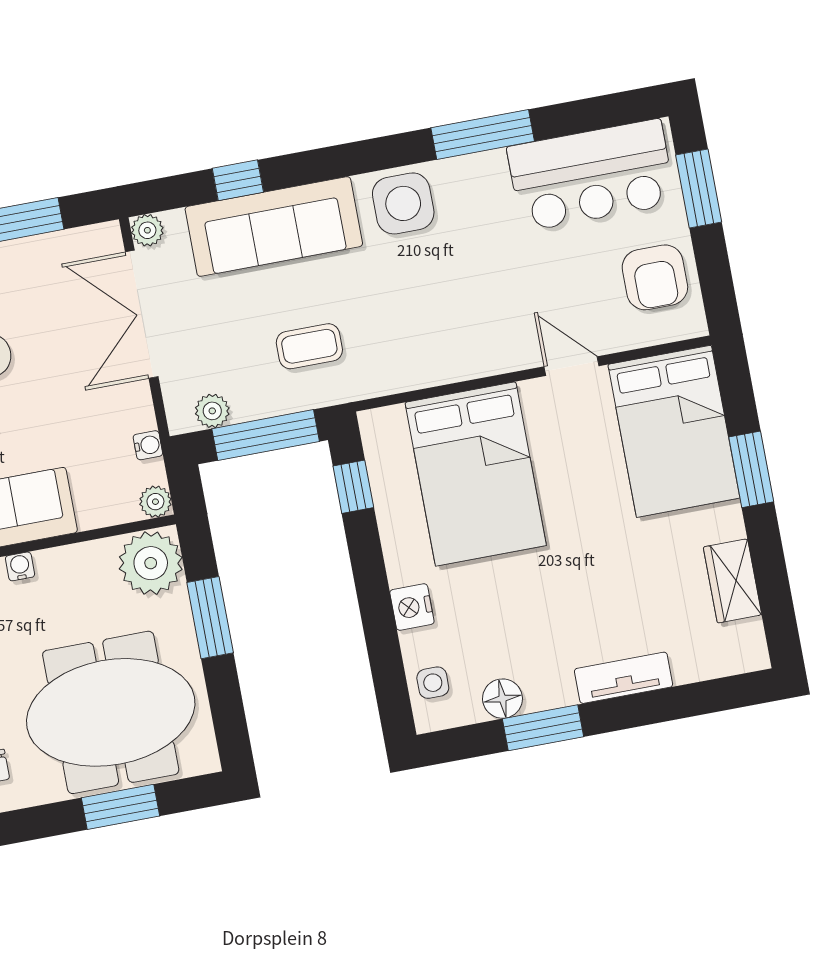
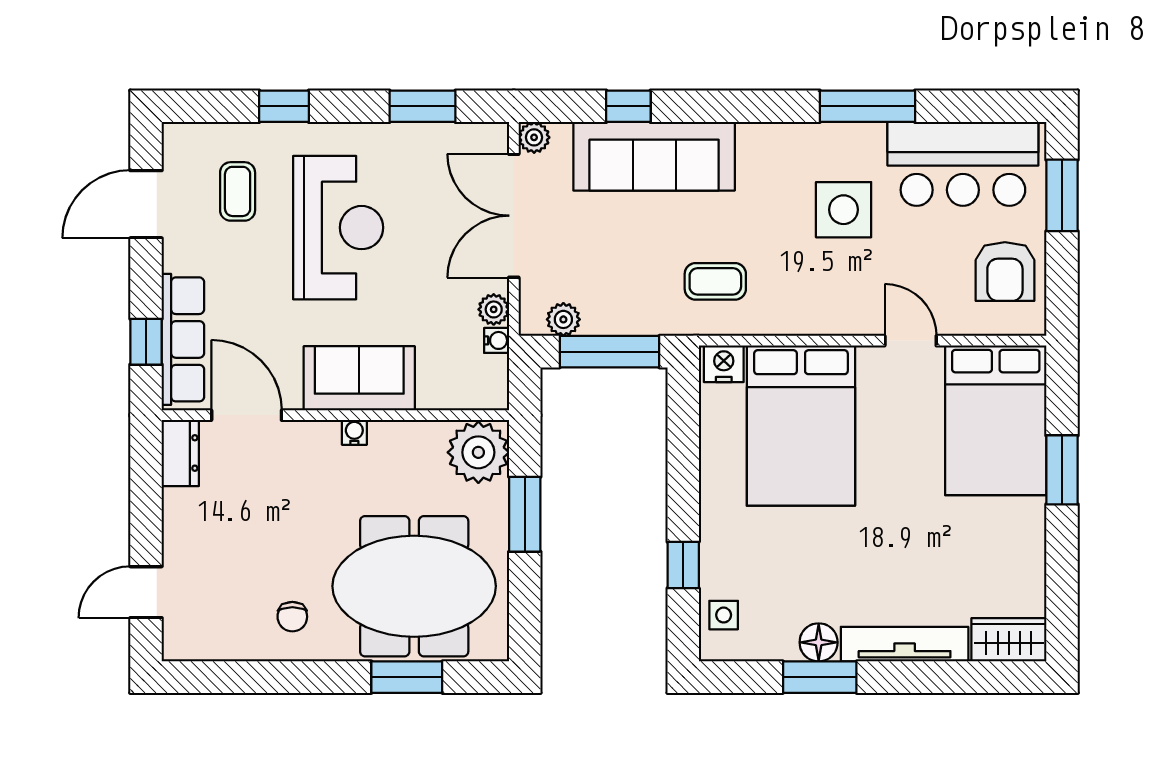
side table: (403, 203) -> (844, 210), moved
coffee table: (309, 346) -> (715, 281), moved
window: (353, 487) -> (683, 565), moved
plant: (155, 502) -> (494, 309), moved
wardrobe: (732, 581) -> (1009, 640), moved, turned 90
nightstand: (412, 607) -> (724, 364), moved, turned 90
tv unit: (624, 678) -> (905, 644), width x1.41
floor lamp: (502, 699) -> (819, 642), moved

